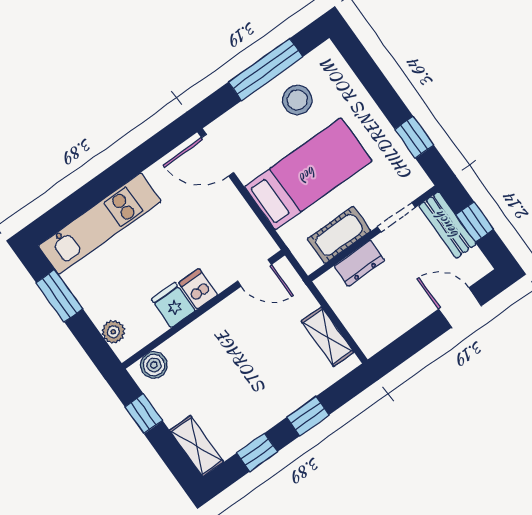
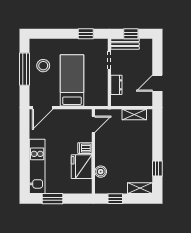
cot: (339, 235) -> (101, 85), removed
fridge: (173, 305) -> (82, 167), width x1.88, depth x1.34
door: (460, 307) -> (157, 83), moved
plant: (113, 332) -> (79, 189), removed
boiler: (154, 365) -> (101, 172), moved
window: (308, 416) -> (157, 141), removed

